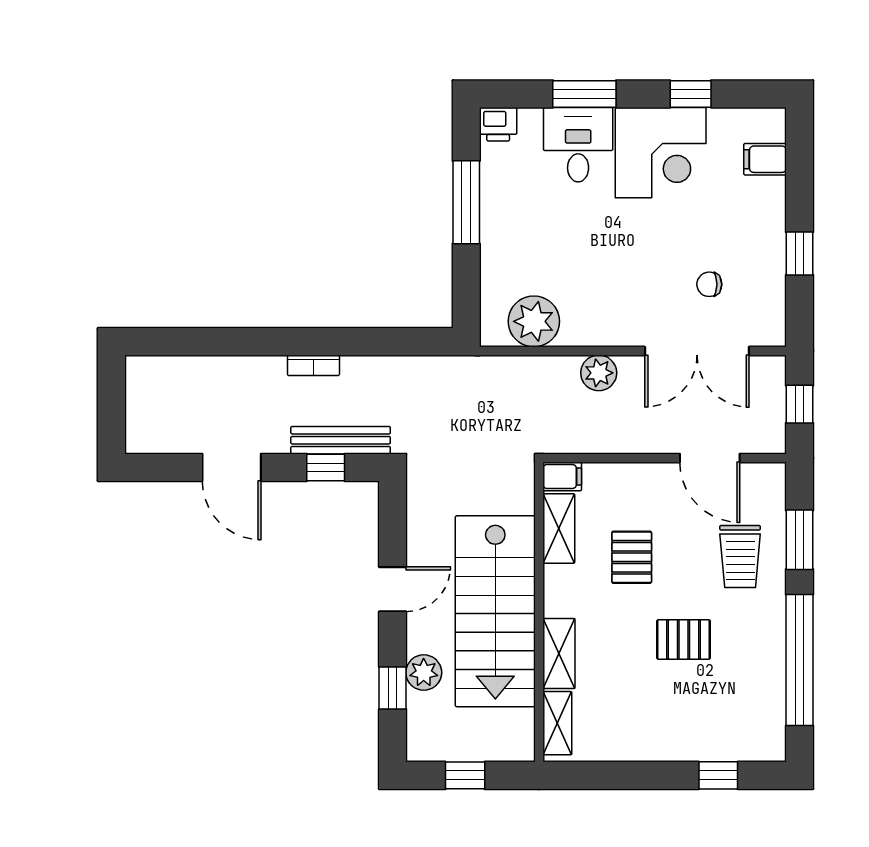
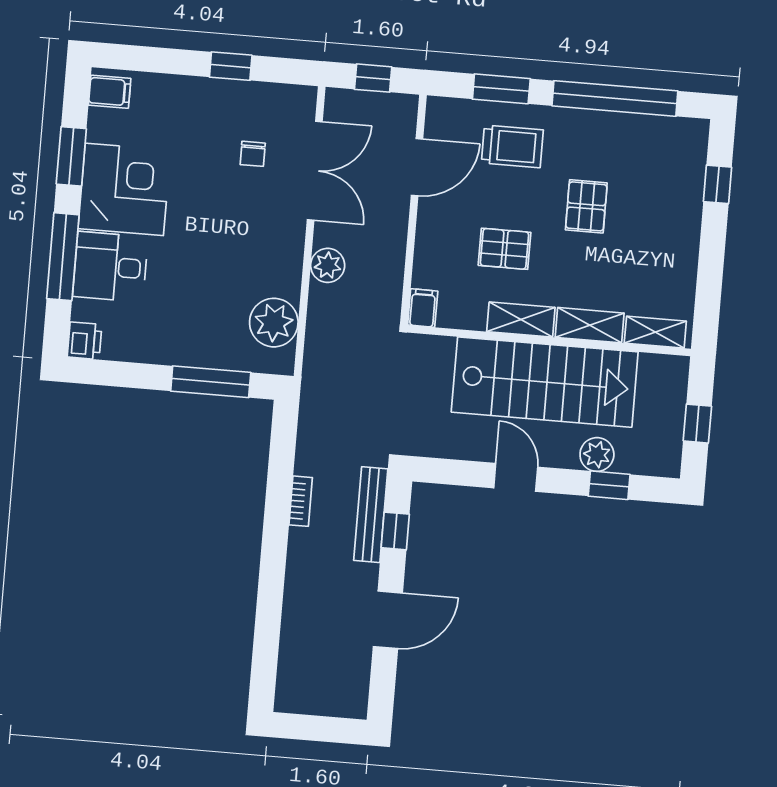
window: (584, 94) -> (63, 257), width x1.44
window: (691, 94) -> (71, 156), width x1.50
filing cabinet: (765, 159) -> (110, 92), moved, turned -90
window: (466, 202) -> (211, 382), moved
bookcase: (313, 365) -> (301, 501), moved
shelving: (559, 528) -> (521, 320), moved

